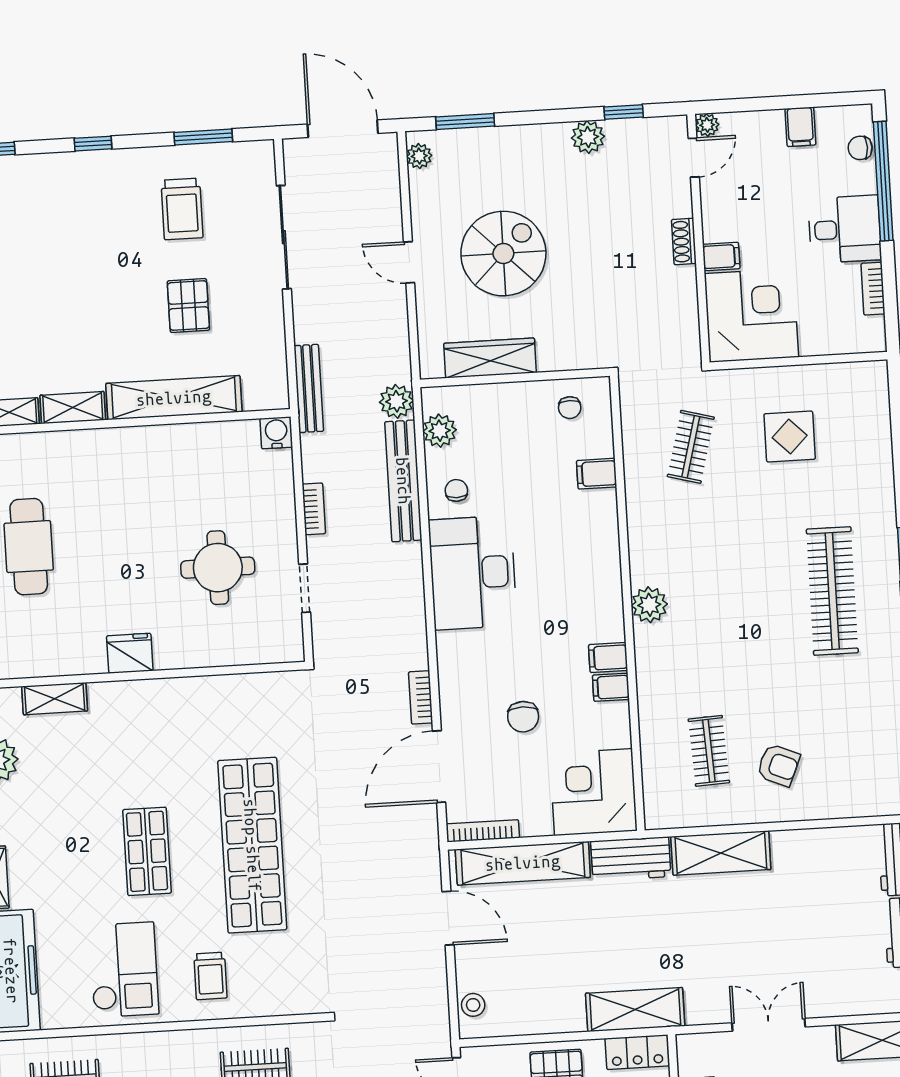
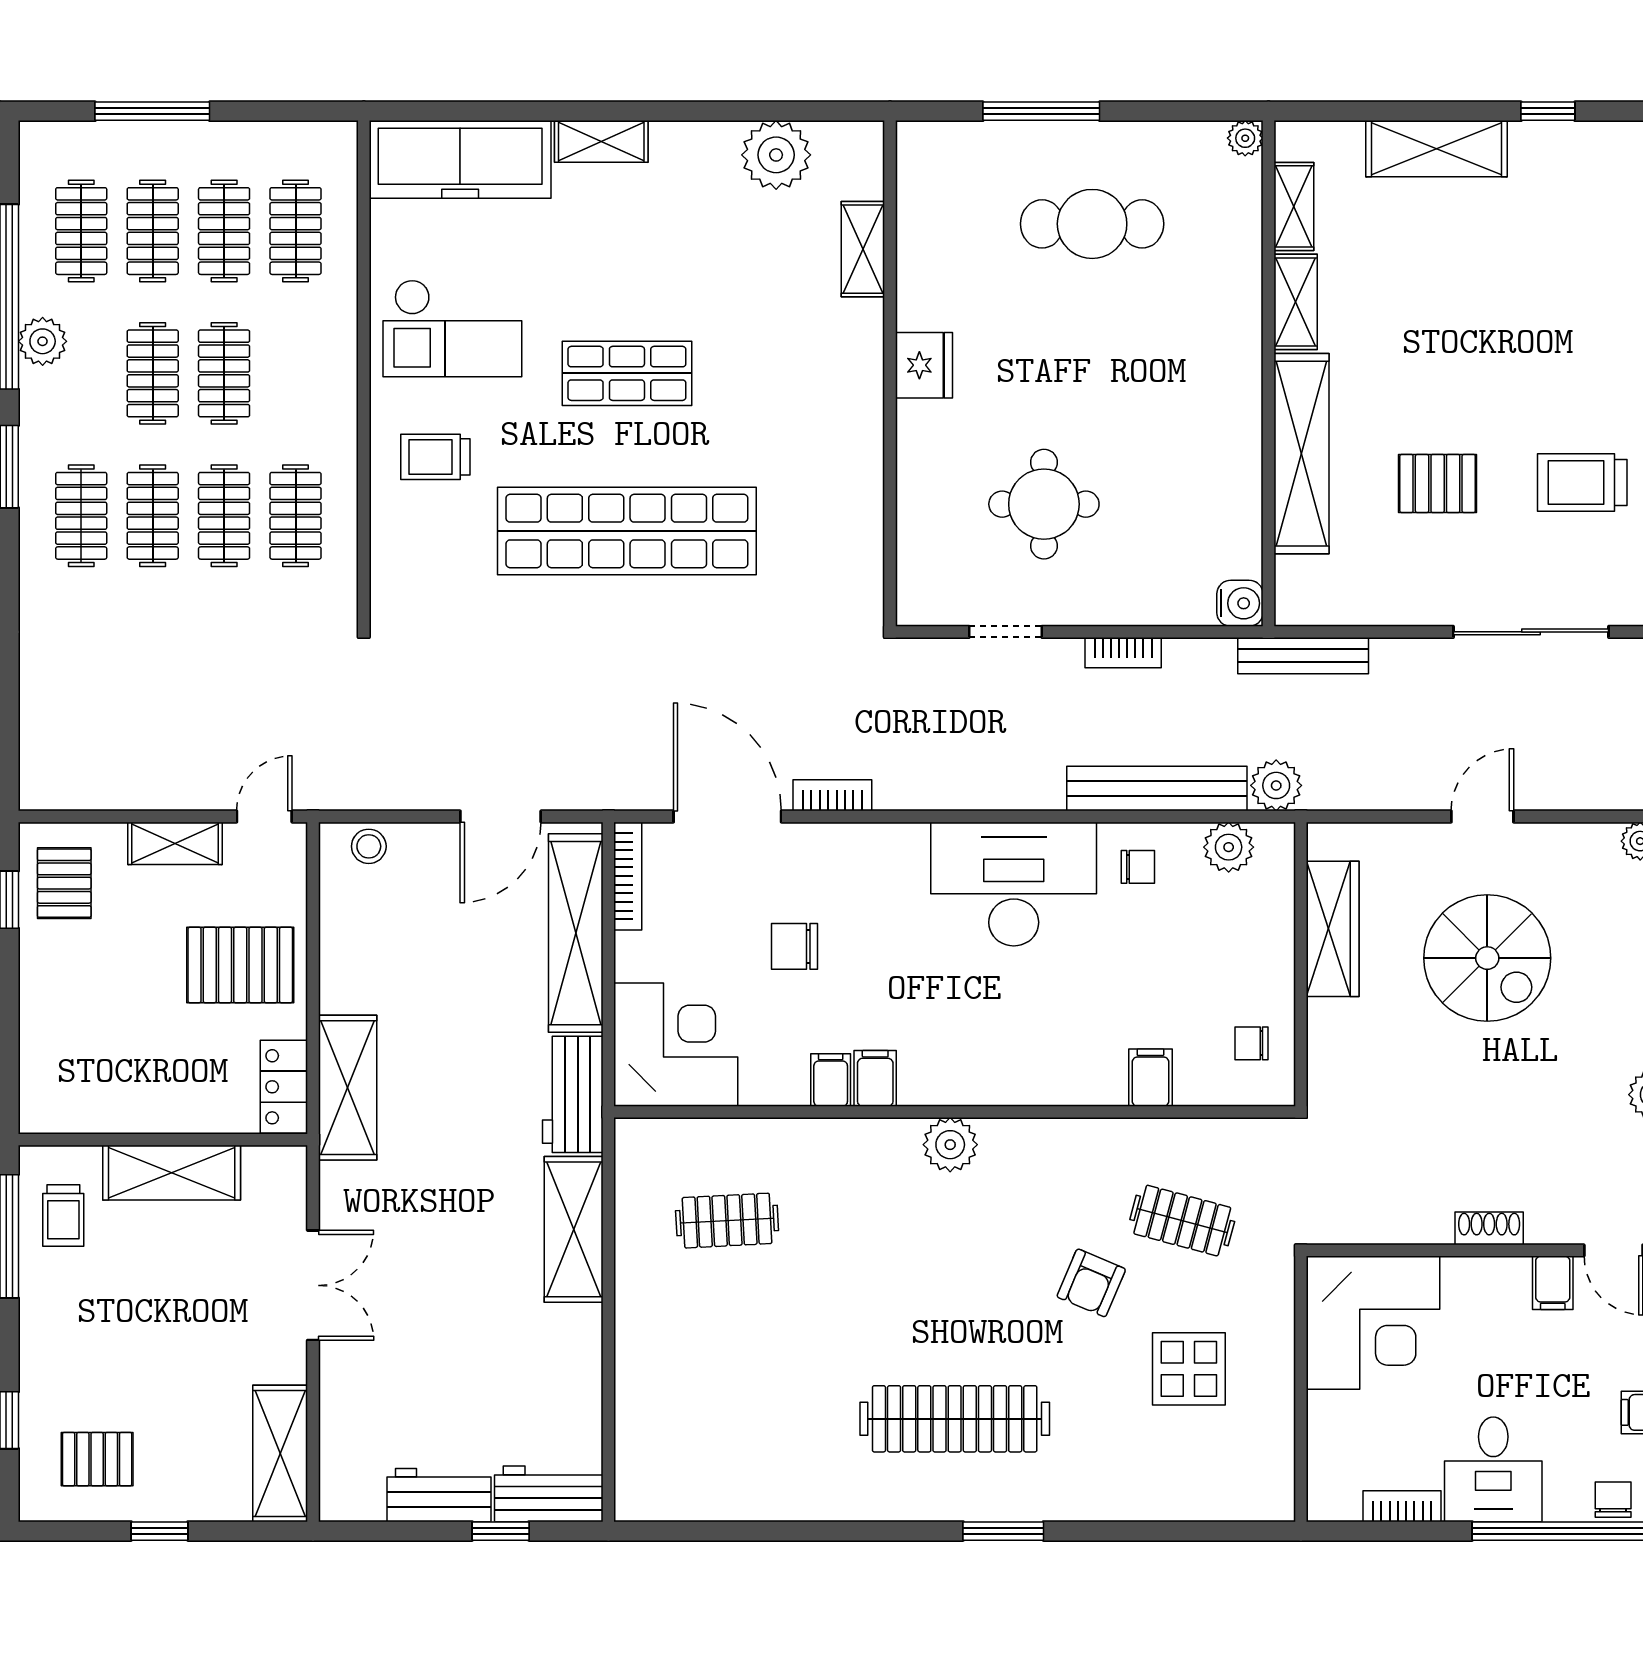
filing cabinet: (721, 257) -> (1553, 1283), moved
armchair: (778, 765) -> (1091, 1283), moved

